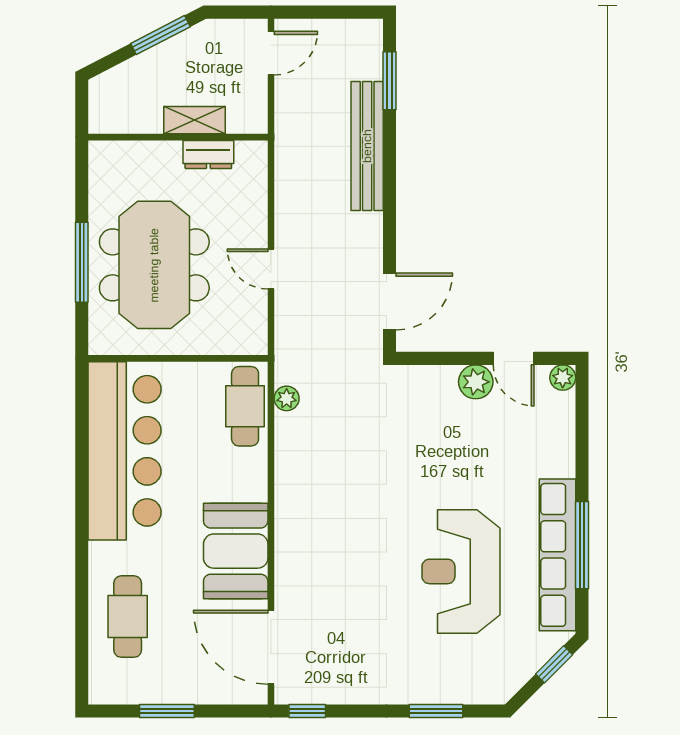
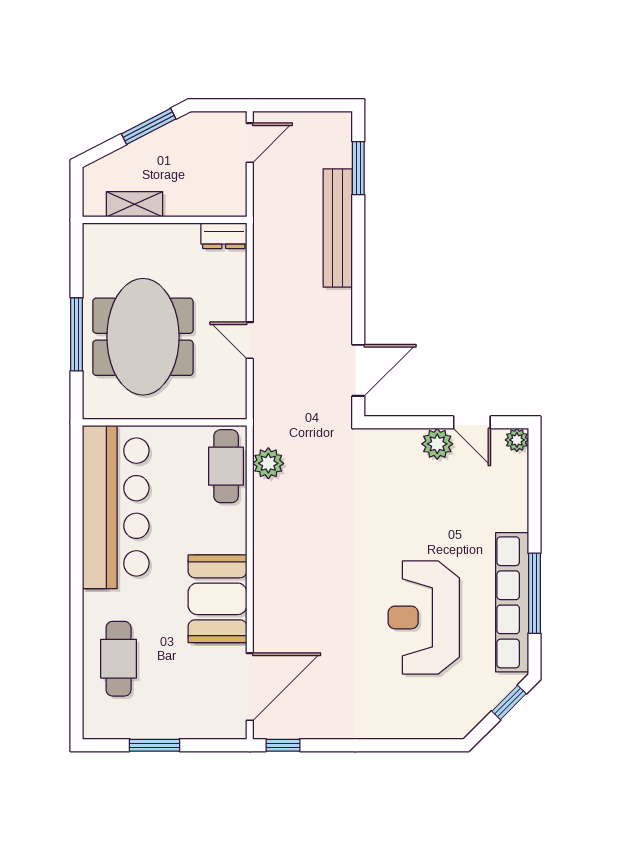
shelving: (195, 120) -> (135, 204), moved
dresser: (208, 155) -> (224, 236), moved
plant: (287, 398) -> (268, 463), width x1.38, depth x1.38
door: (271, 647) -> (250, 687), swing flipped
window: (436, 711) -> (401, 745), removed

